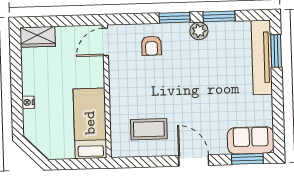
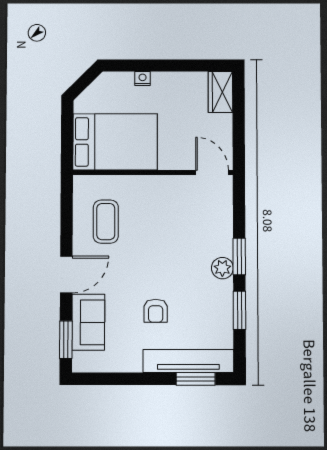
plant: (199, 31) -> (222, 268), moved
armchair: (151, 46) -> (156, 311), moved, turned -90
bed: (90, 123) -> (115, 142), width x1.50
sofa: (251, 140) -> (88, 322), moved

